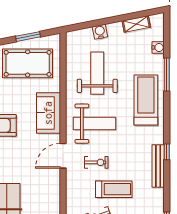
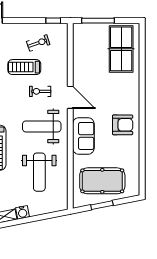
water cooler: (100, 32) -> (23, 212), moved
door: (63, 156) -> (70, 97), hinge flipped

